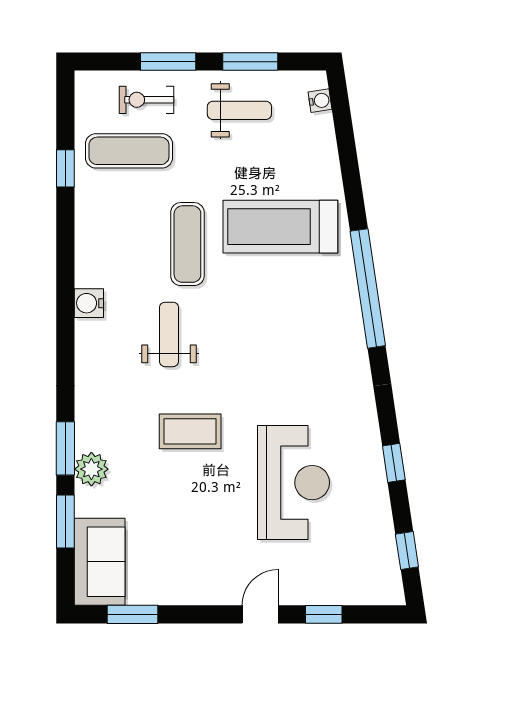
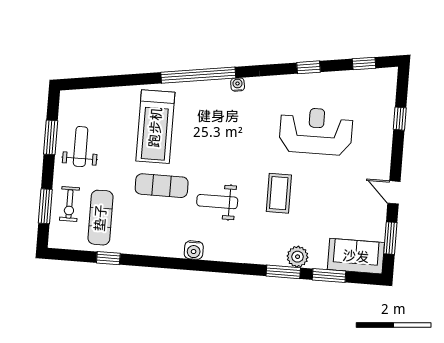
window: (168, 62) -> (45, 206), moved
water cooler: (320, 101) -> (238, 85), moved
door: (260, 614) -> (394, 192), moved

